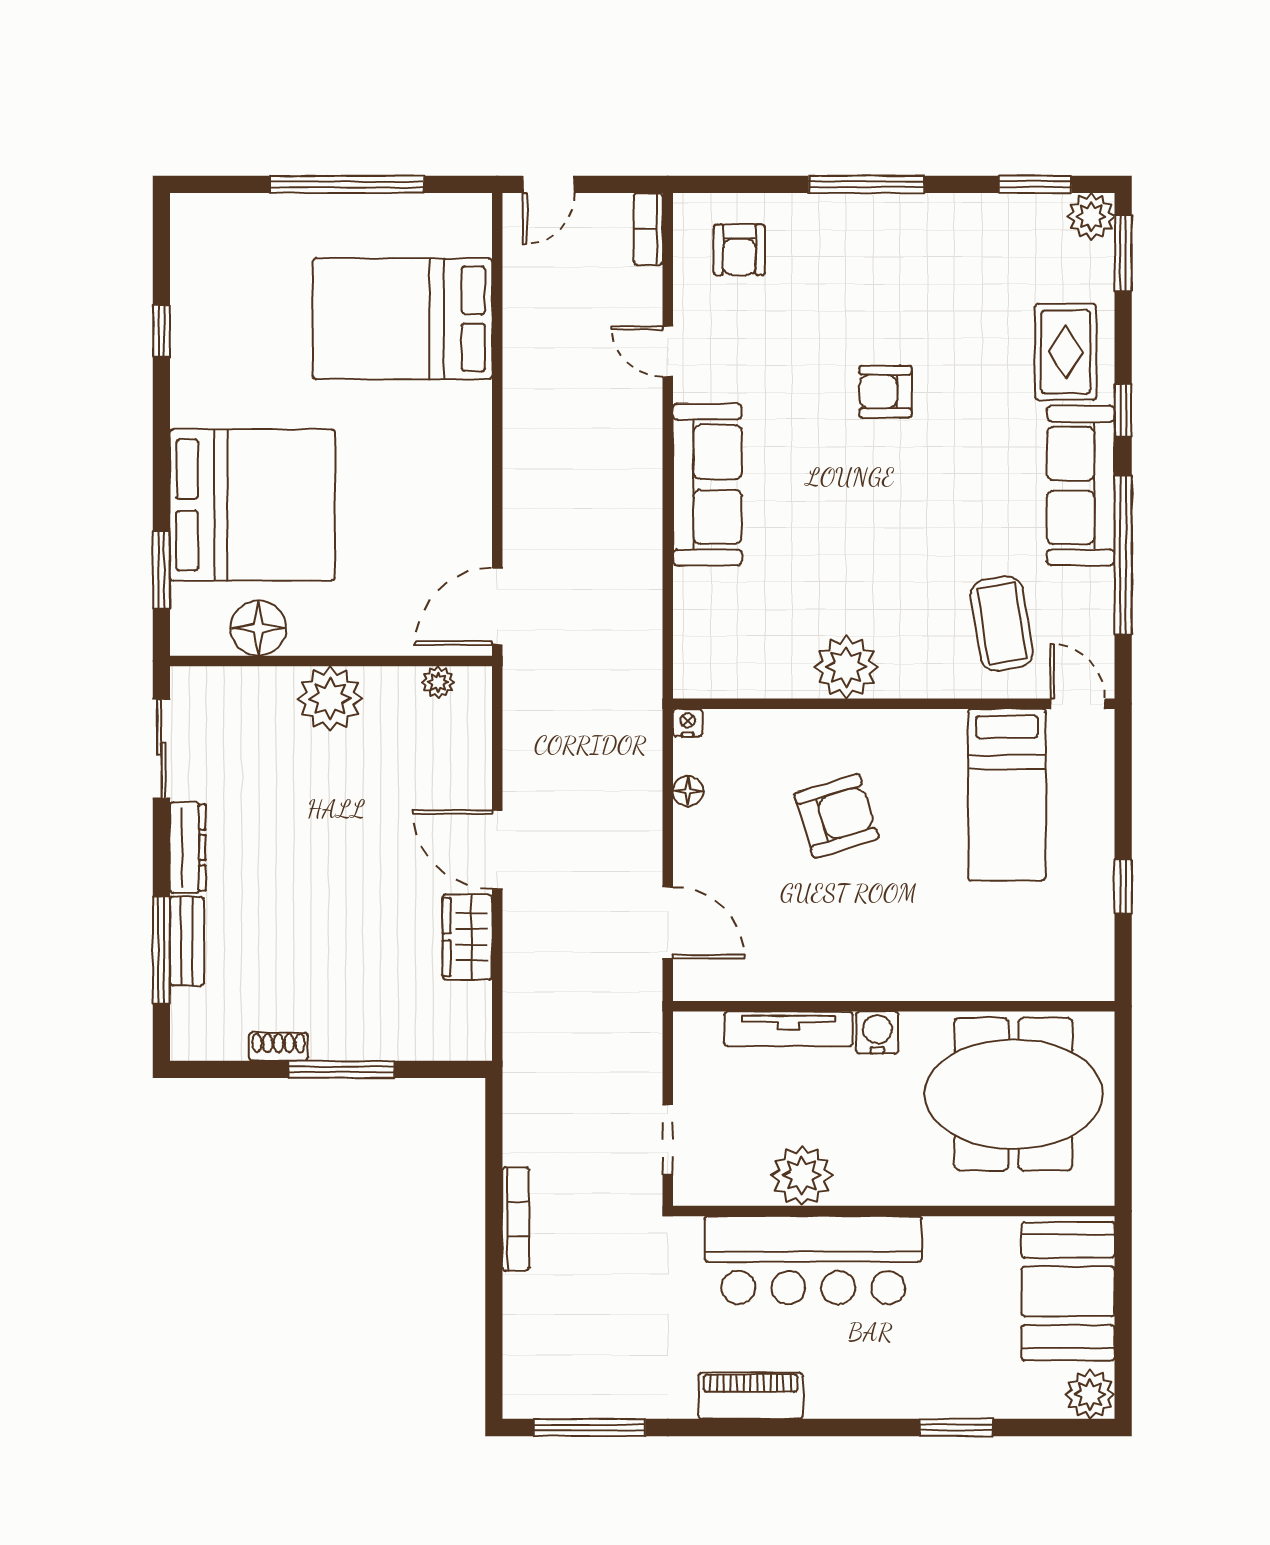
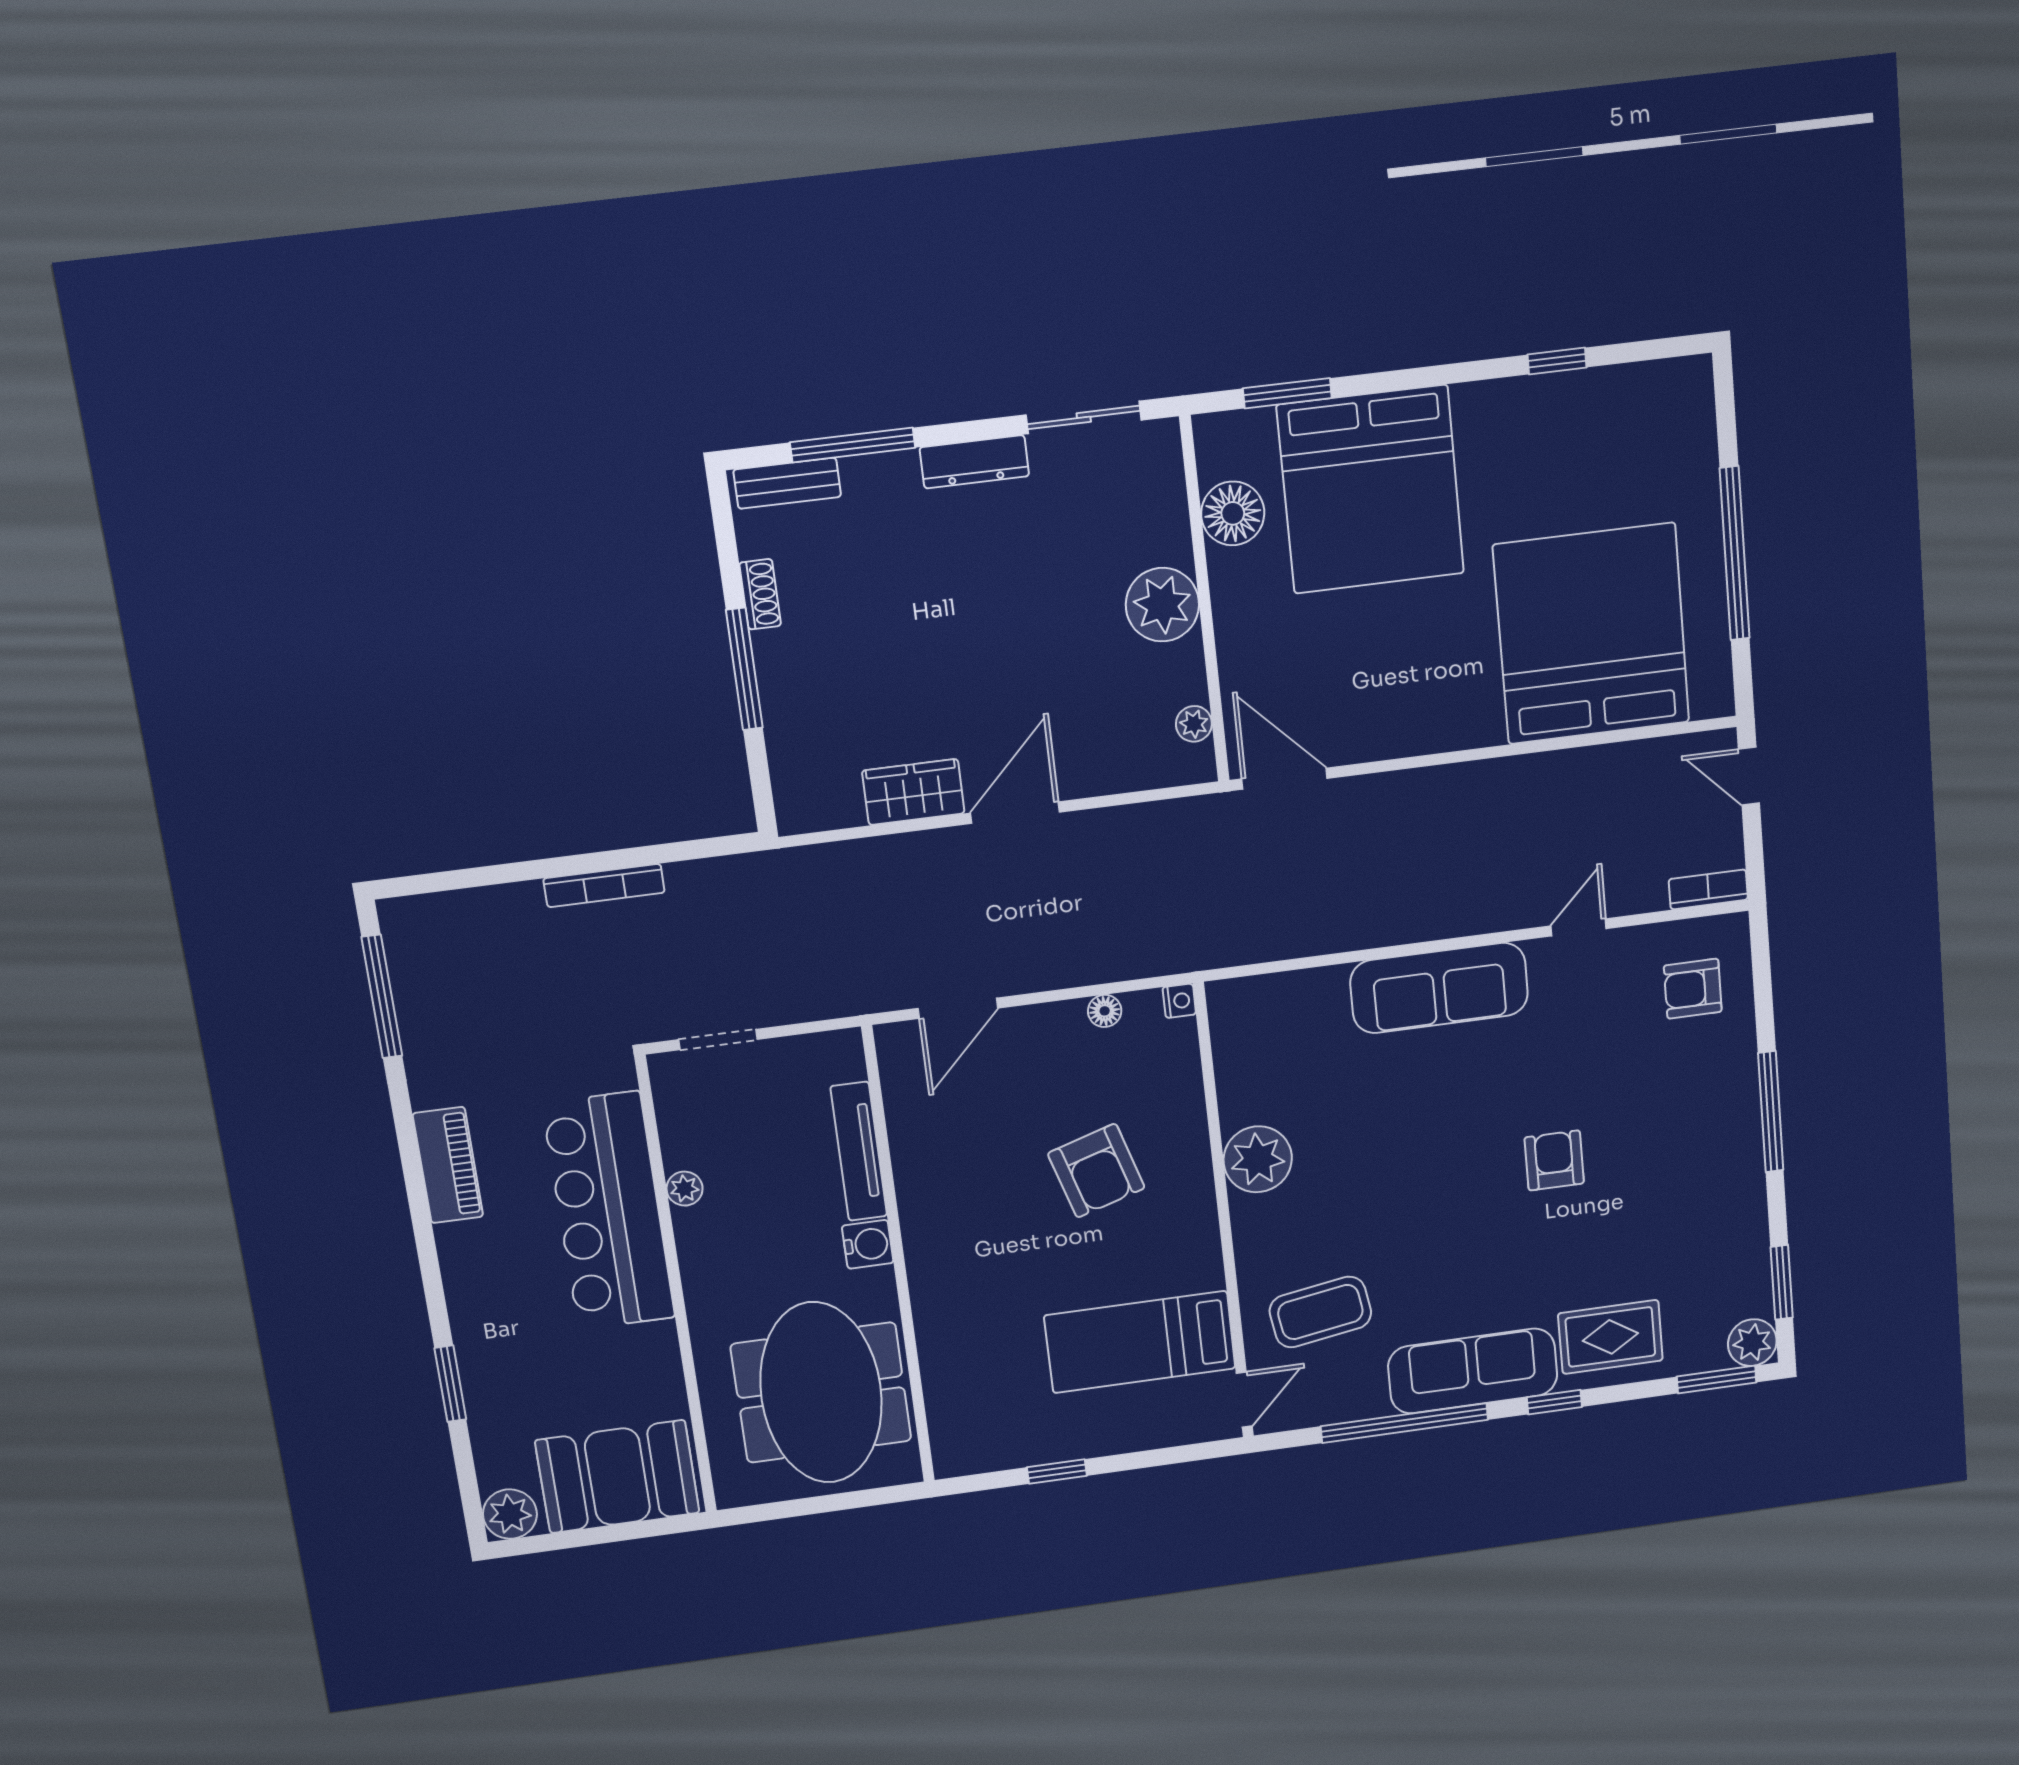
bed: (402, 319) -> (1591, 634), width x1.36
bench: (187, 941) -> (787, 483), moved
plant: (802, 1176) -> (685, 1189), width x0.53, depth x0.53

